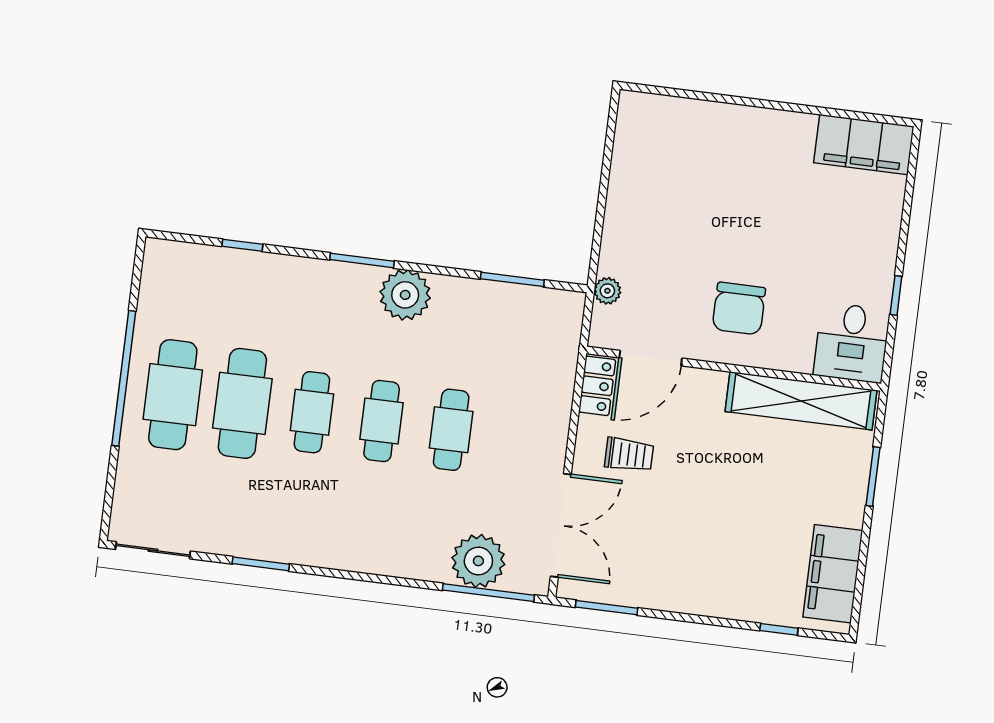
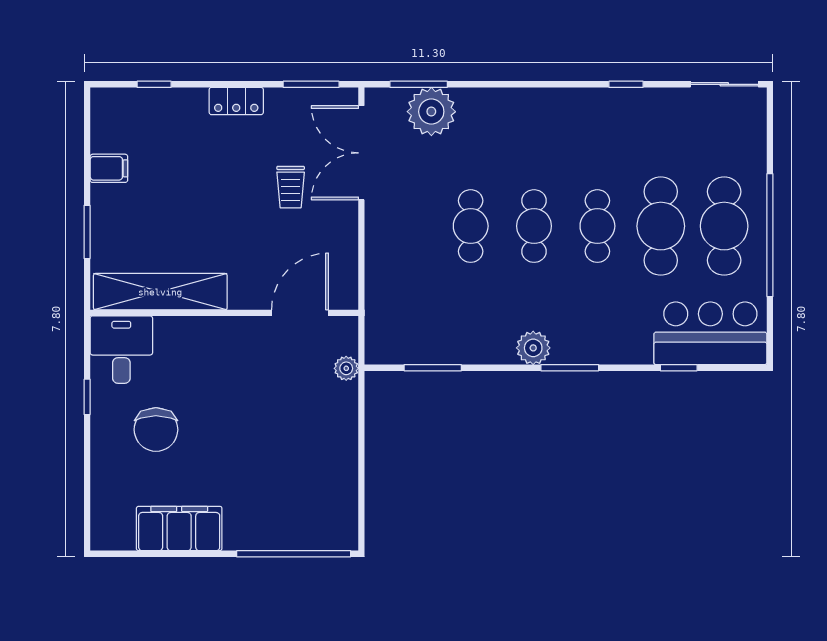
window: (691, 95) -> (294, 554), added
filing cabinet: (864, 145) -> (179, 528), moved
bar counter: (203, 279) -> (710, 333), added
plant: (405, 295) -> (533, 348), width x0.73, depth x0.73
chair: (739, 309) -> (156, 430), moved, turned 180
locker: (597, 386) -> (236, 101), moved, turned -90
trolley: (629, 455) -> (291, 187), moved, turned -90
window: (261, 564) -> (626, 84), width x0.67
filing cabinet: (833, 574) -> (109, 168), width x0.33, depth x0.86
window: (488, 593) -> (419, 84), width x0.69

